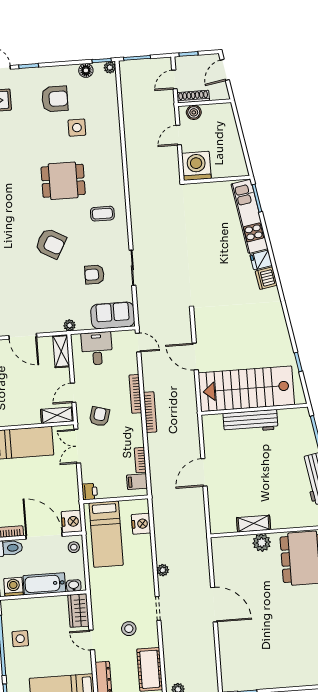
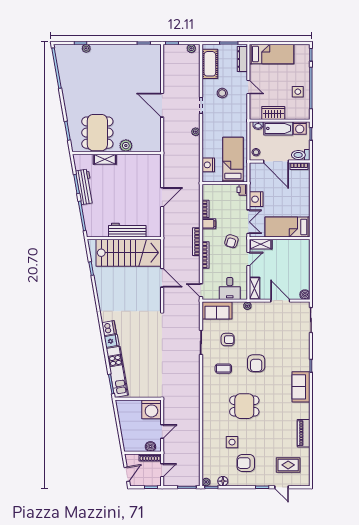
coffee table: (102, 214) -> (223, 369), moved
armchair: (51, 244) -> (256, 363), turned -119
filing cabinet: (137, 482) -> (209, 224), moved
nightstand: (72, 521) -> (256, 199), moved
shelving: (254, 524) -> (105, 159), moved
wardrobe: (78, 611) -> (273, 113), moved, turned -90

